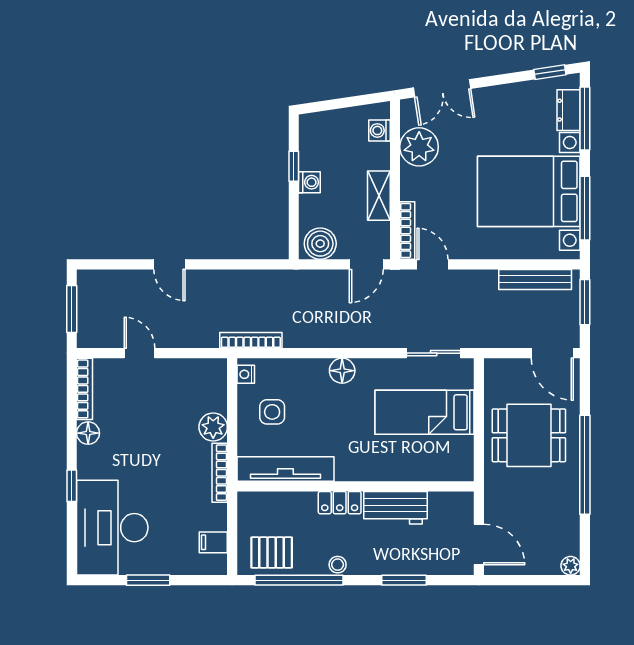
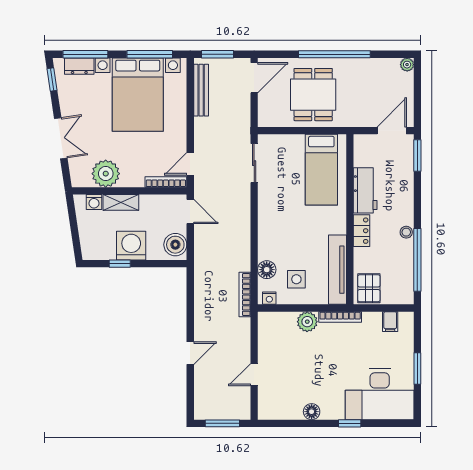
double door: (442, 88) -> (61, 138), moved
washing machine: (309, 182) -> (131, 246), width x1.89, depth x1.89
shelving: (379, 196) -> (121, 202), moved
floor lamp: (342, 371) -> (267, 270), moved
bookcase: (85, 389) -> (280, 414), removed
bed: (425, 412) -> (321, 170), moved
pallet: (272, 553) -> (369, 288), moved
window: (404, 580) -> (417, 155), moved

